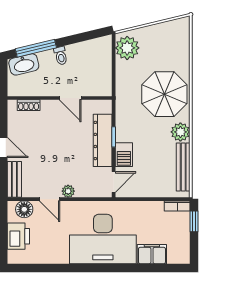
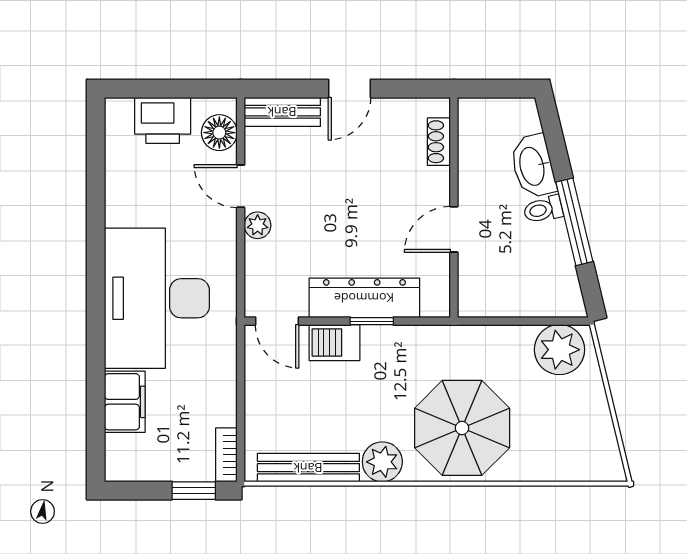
window: (36, 48) -> (574, 222), moved
washbasin: (24, 64) -> (533, 166), moved
door: (50, 199) -> (241, 186), hinge flipped

